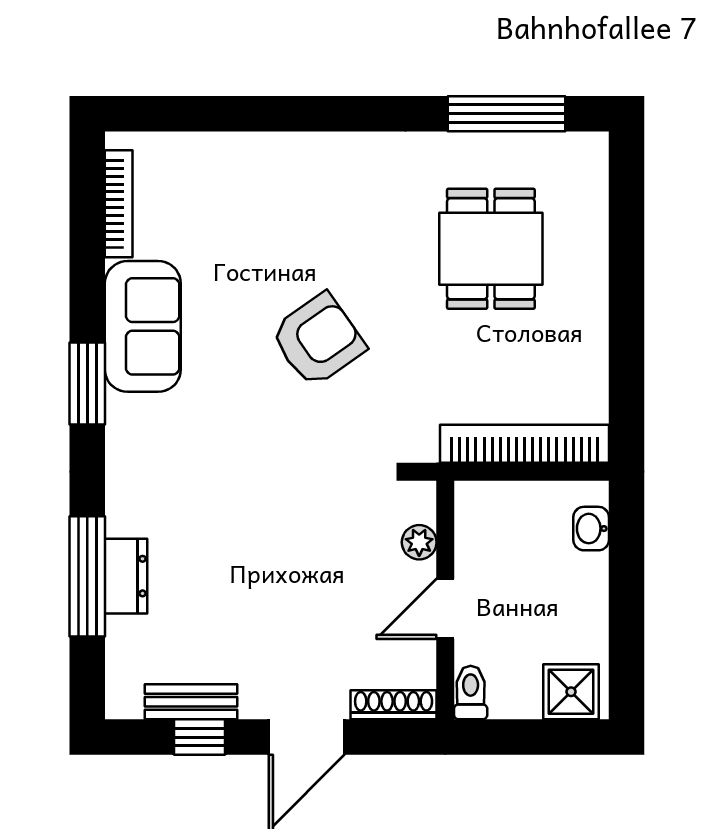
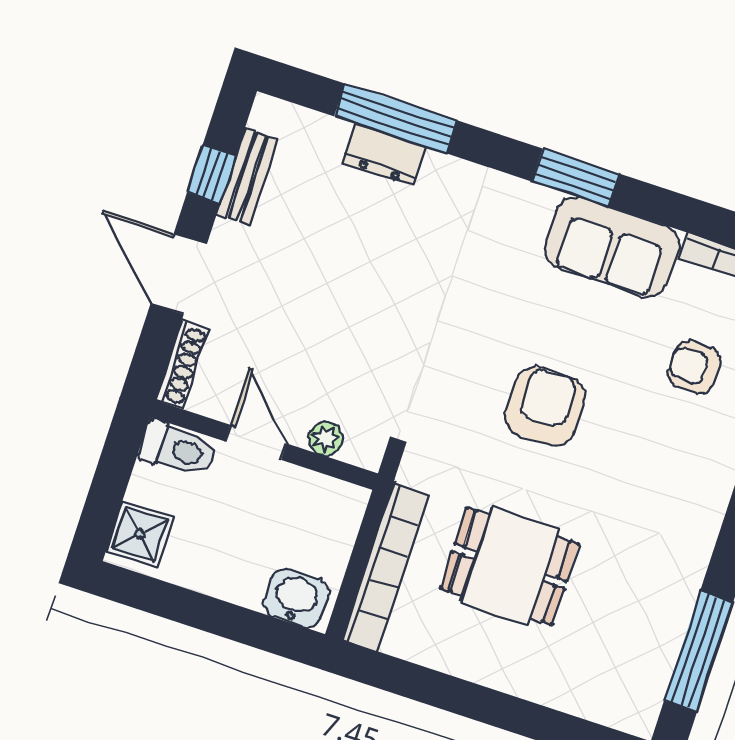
armchair: (233, 208) -> (694, 367), added
dining table: (491, 249) -> (510, 566), moved
armchair: (318, 340) -> (546, 406), turned -145
washbasin: (591, 529) -> (296, 598), width x1.38, depth x1.45
toilet: (471, 693) -> (178, 449), width x1.37, depth x1.39

